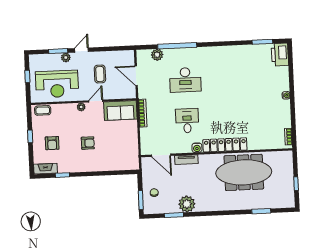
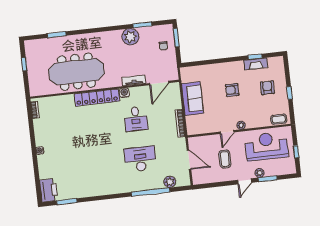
sofa: (120, 110) -> (192, 99), moved, turned 90
door: (161, 155) -> (159, 83), swing flipped
fireplace: (45, 169) -> (256, 64), moved

